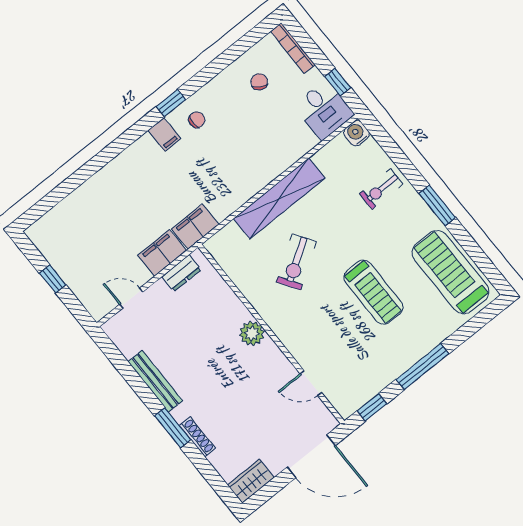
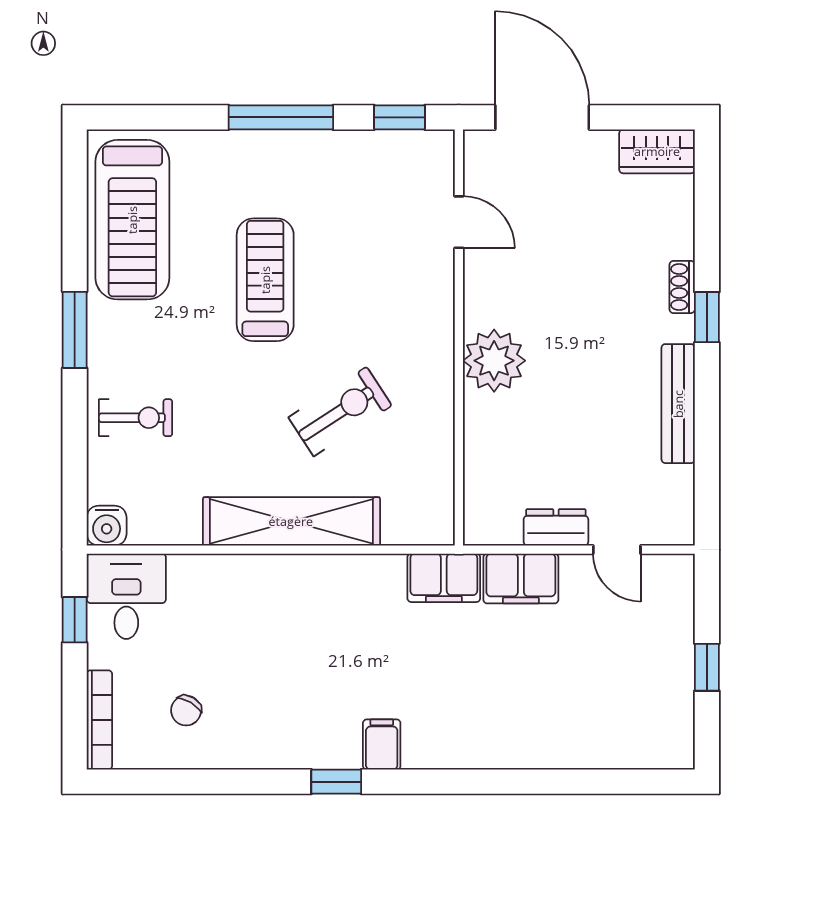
chair: (197, 120) -> (319, 728), removed
dresser: (182, 273) -> (556, 527), moved
plant: (252, 333) -> (494, 361), width x1.36, depth x1.36
window: (173, 428) -> (707, 317), width x0.67
shoe rack: (197, 437) -> (682, 287), width x0.70

